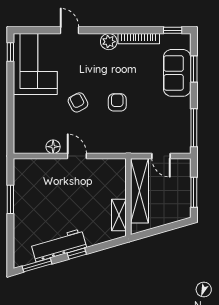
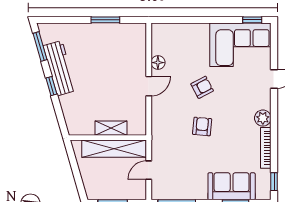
armchair: (117, 102) -> (202, 126), turned -85
shelving: (119, 215) -> (111, 128), moved

